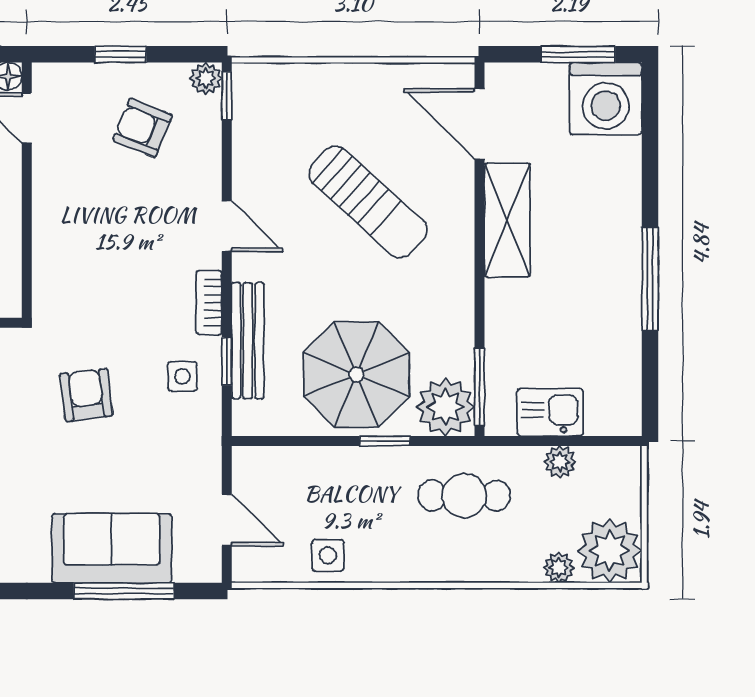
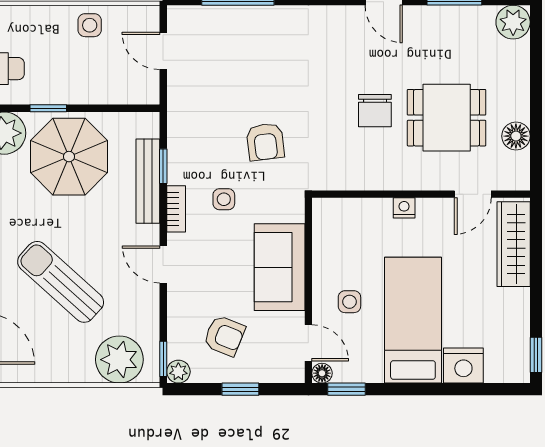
plant: (287, 95) -> (119, 360), added
side table: (182, 376) -> (224, 199), moved
sofa: (112, 548) -> (280, 267), moved, turned 90

